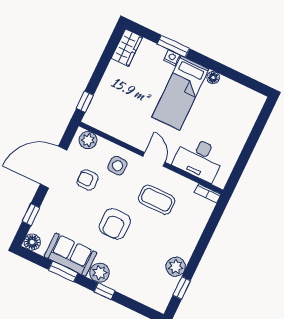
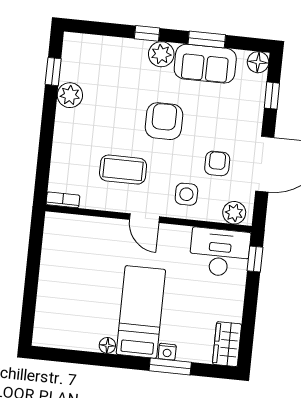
desk: (199, 159) -> (220, 252), moved
armchair: (88, 180) -> (217, 163), turned -90

